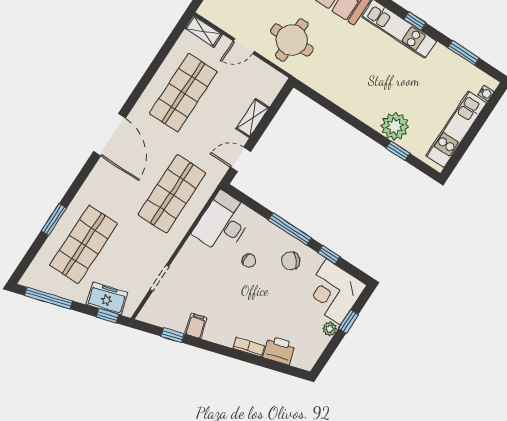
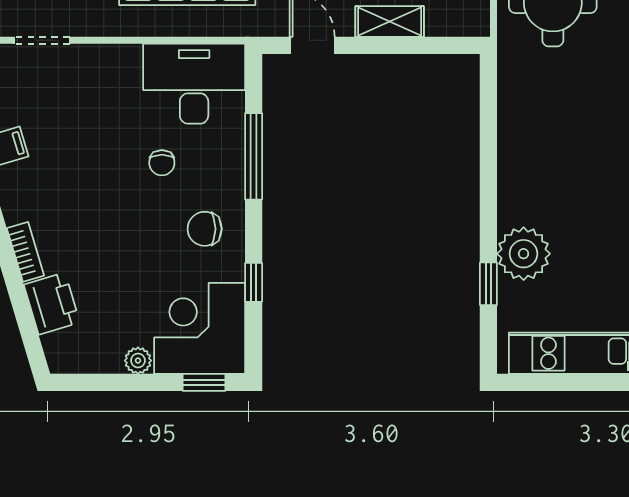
window: (290, 229) -> (254, 156), moved
chair: (291, 261) -> (205, 229), turned -48
window: (348, 321) -> (204, 382), moved

